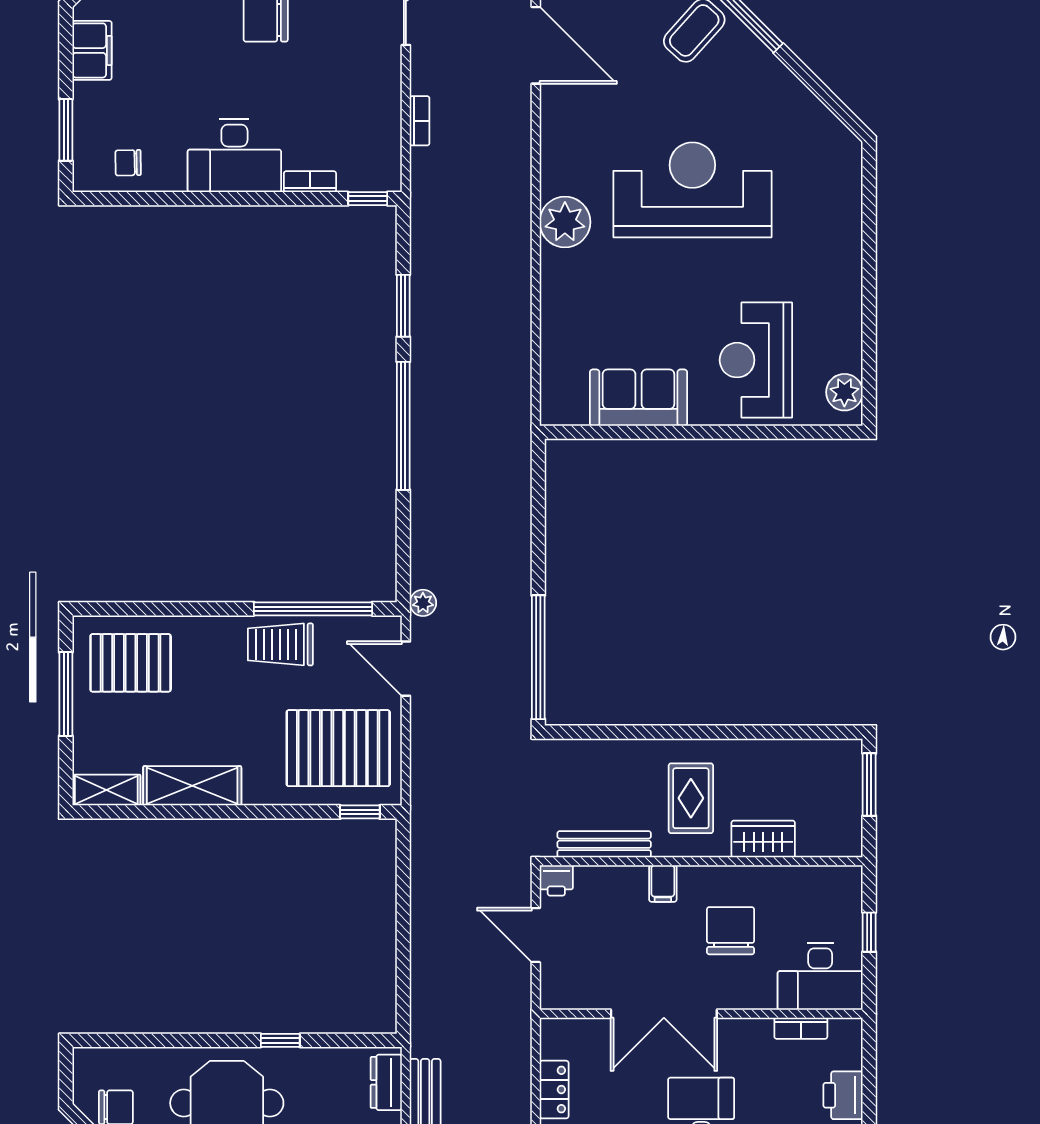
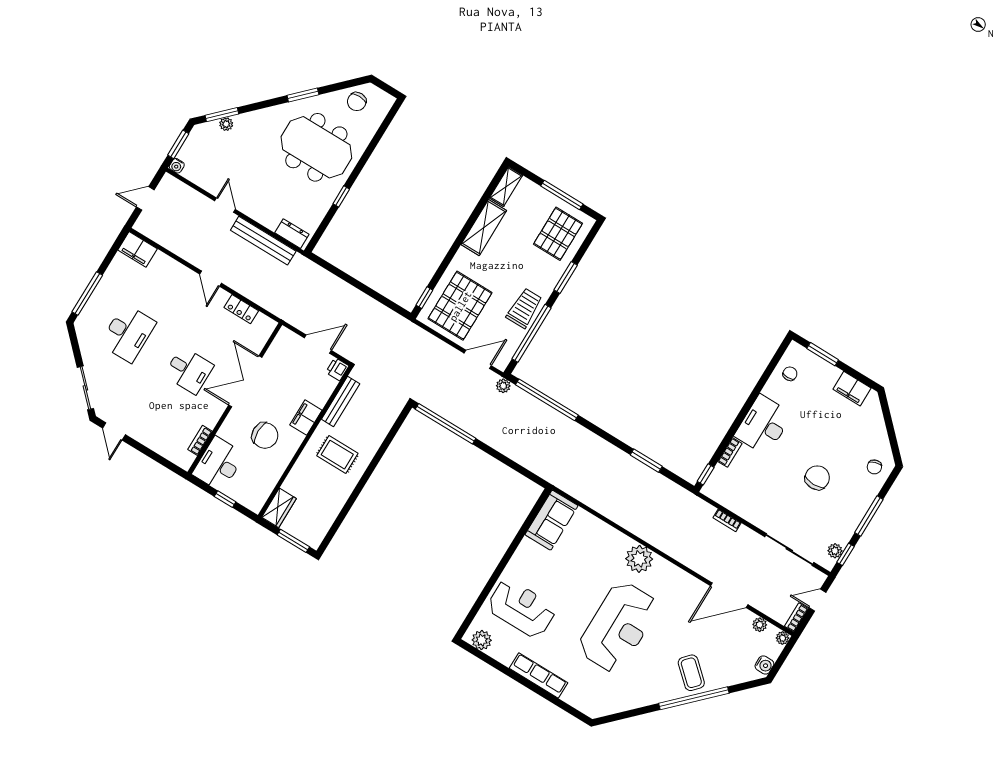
row of seats: (846, 269) -> (539, 676), added
sofa: (638, 398) -> (551, 520), moved
window: (403, 426) -> (547, 400), moved
window: (192, 609) -> (566, 277), added
wardrobe: (763, 839) -> (279, 508), moved
filing cabinet: (663, 883) -> (306, 418), width x2.00
printer: (843, 1095) -> (157, 441), removed

